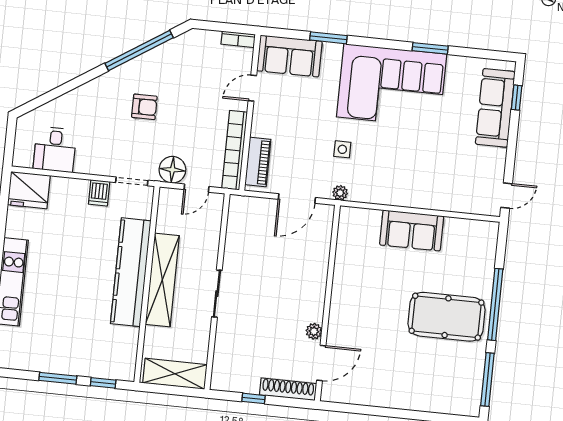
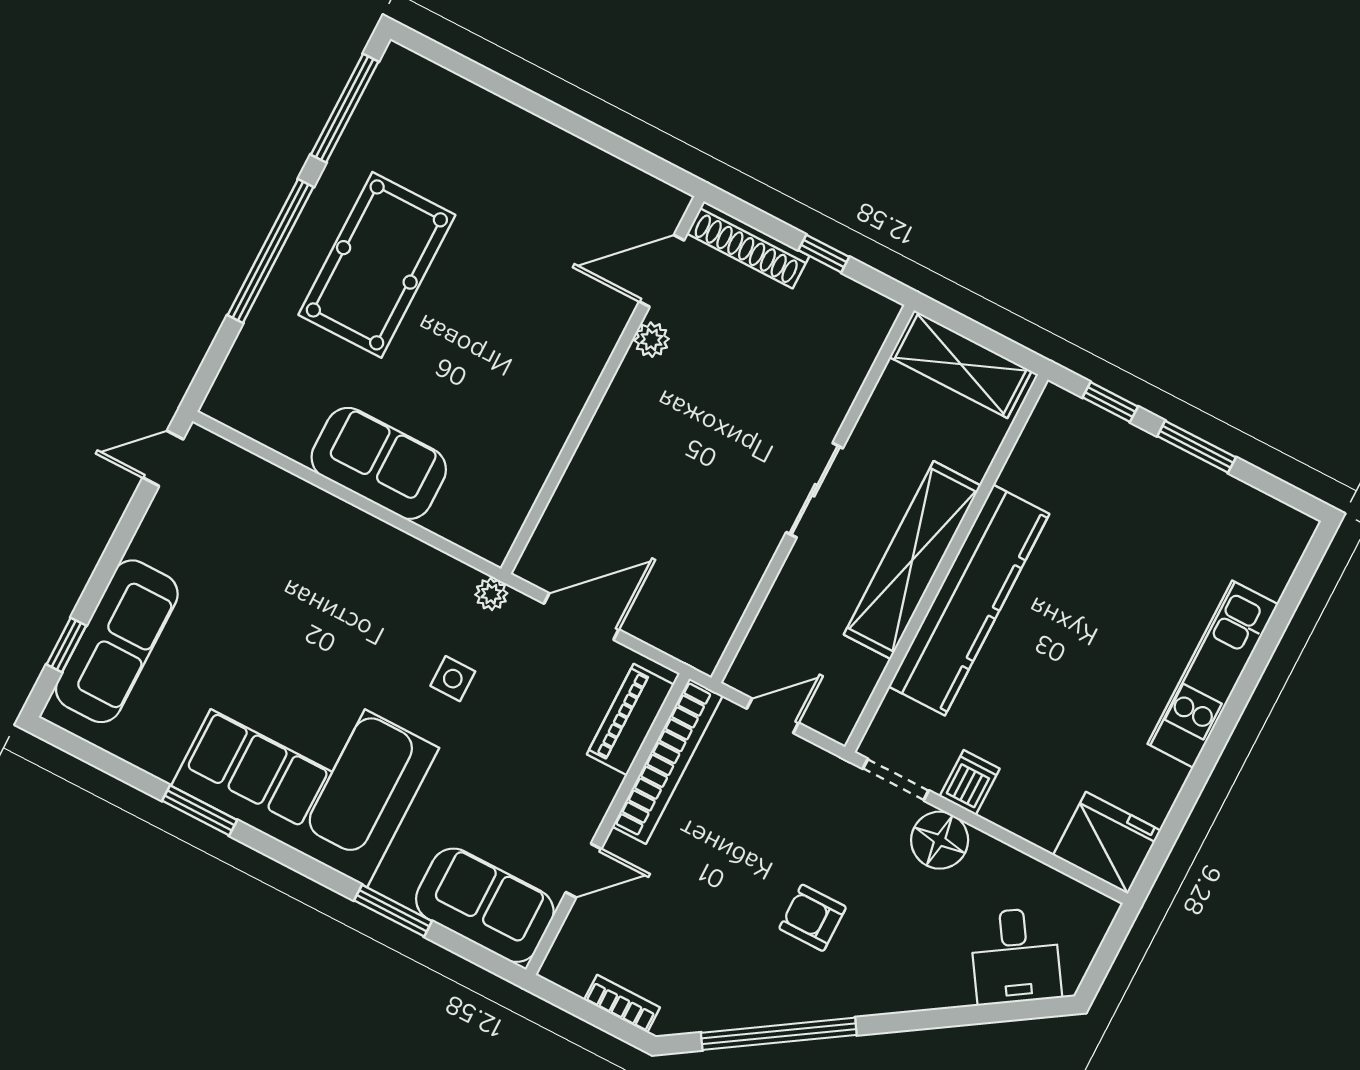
bookcase: (238, 39) -> (622, 1004), moved
desk: (55, 149) -> (1015, 956), moved, turned 147
floor lamp: (172, 170) -> (940, 840), moved
pool table: (446, 317) -> (377, 265), turned 90

